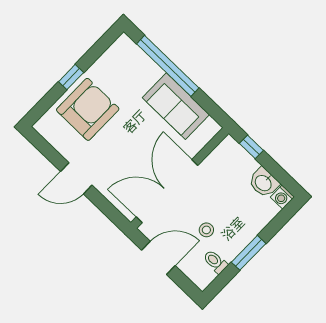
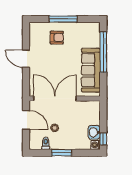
window: (71, 77) -> (63, 19), width x2.17
sofa: (176, 106) -> (91, 70), width x1.36
armchair: (88, 109) -> (57, 38), width x0.53, depth x0.53
window: (251, 147) -> (103, 139), moved

